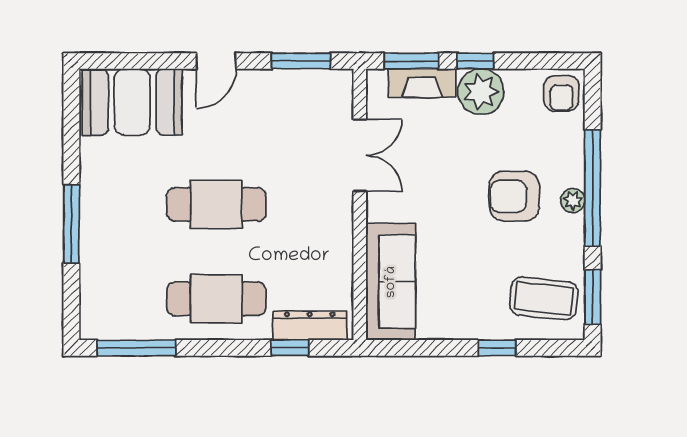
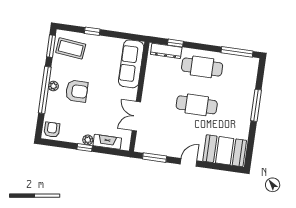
window: (411, 61) -> (110, 151), removed
plant: (481, 92) -> (88, 140), width x0.53, depth x0.53

